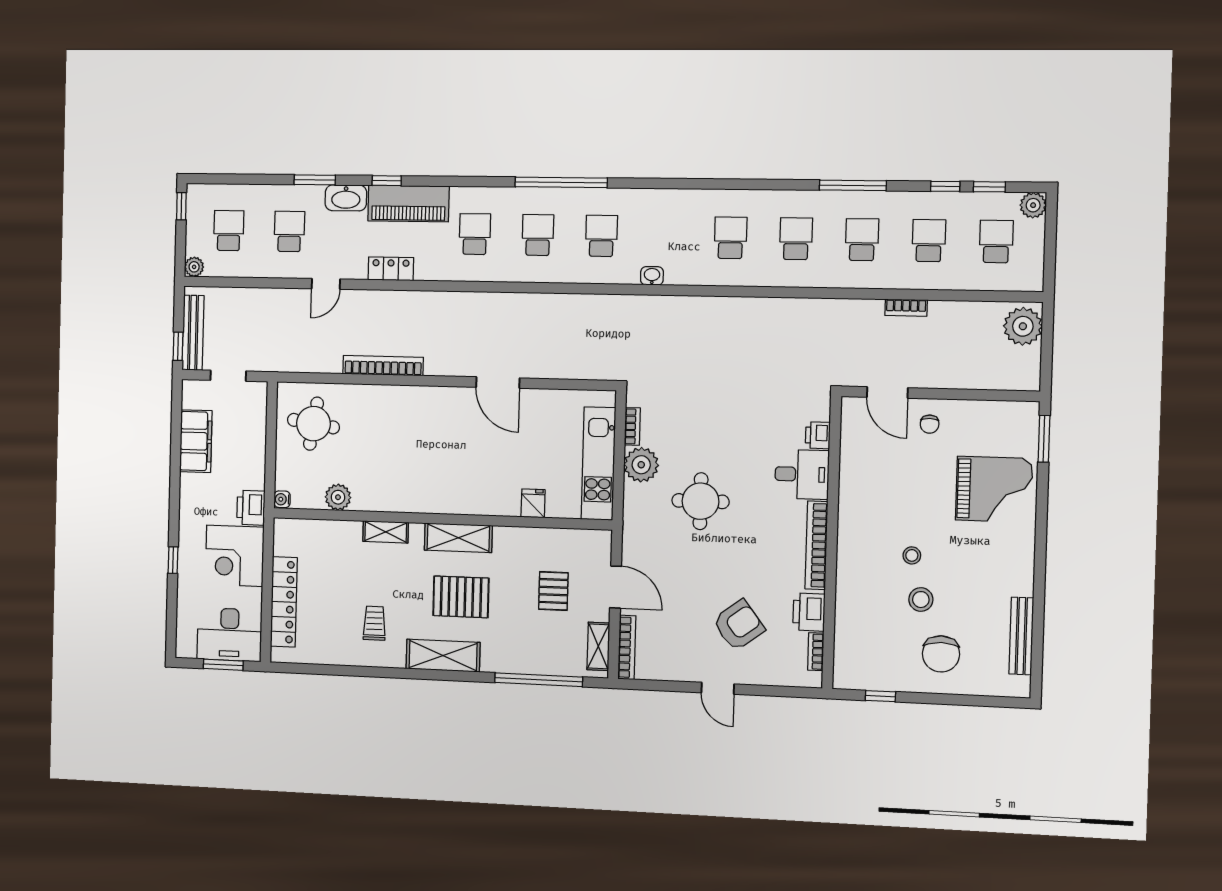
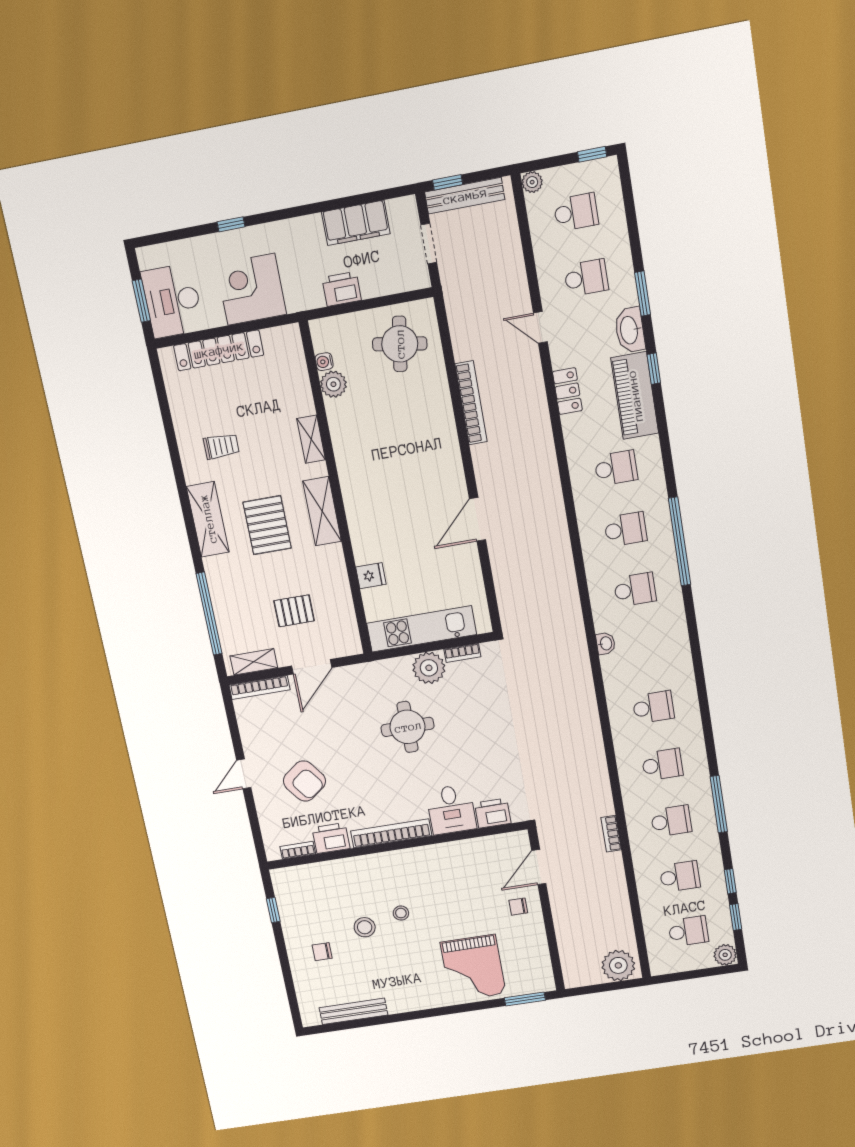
bookcase: (906, 308) -> (611, 834), moved
printer: (818, 435) -> (493, 813), width x1.36, depth x1.24
water cooler: (282, 499) -> (324, 362), moved, turned -90
printer: (251, 508) -> (342, 289), moved
chair: (941, 654) -> (322, 952), width x0.54, depth x0.54

